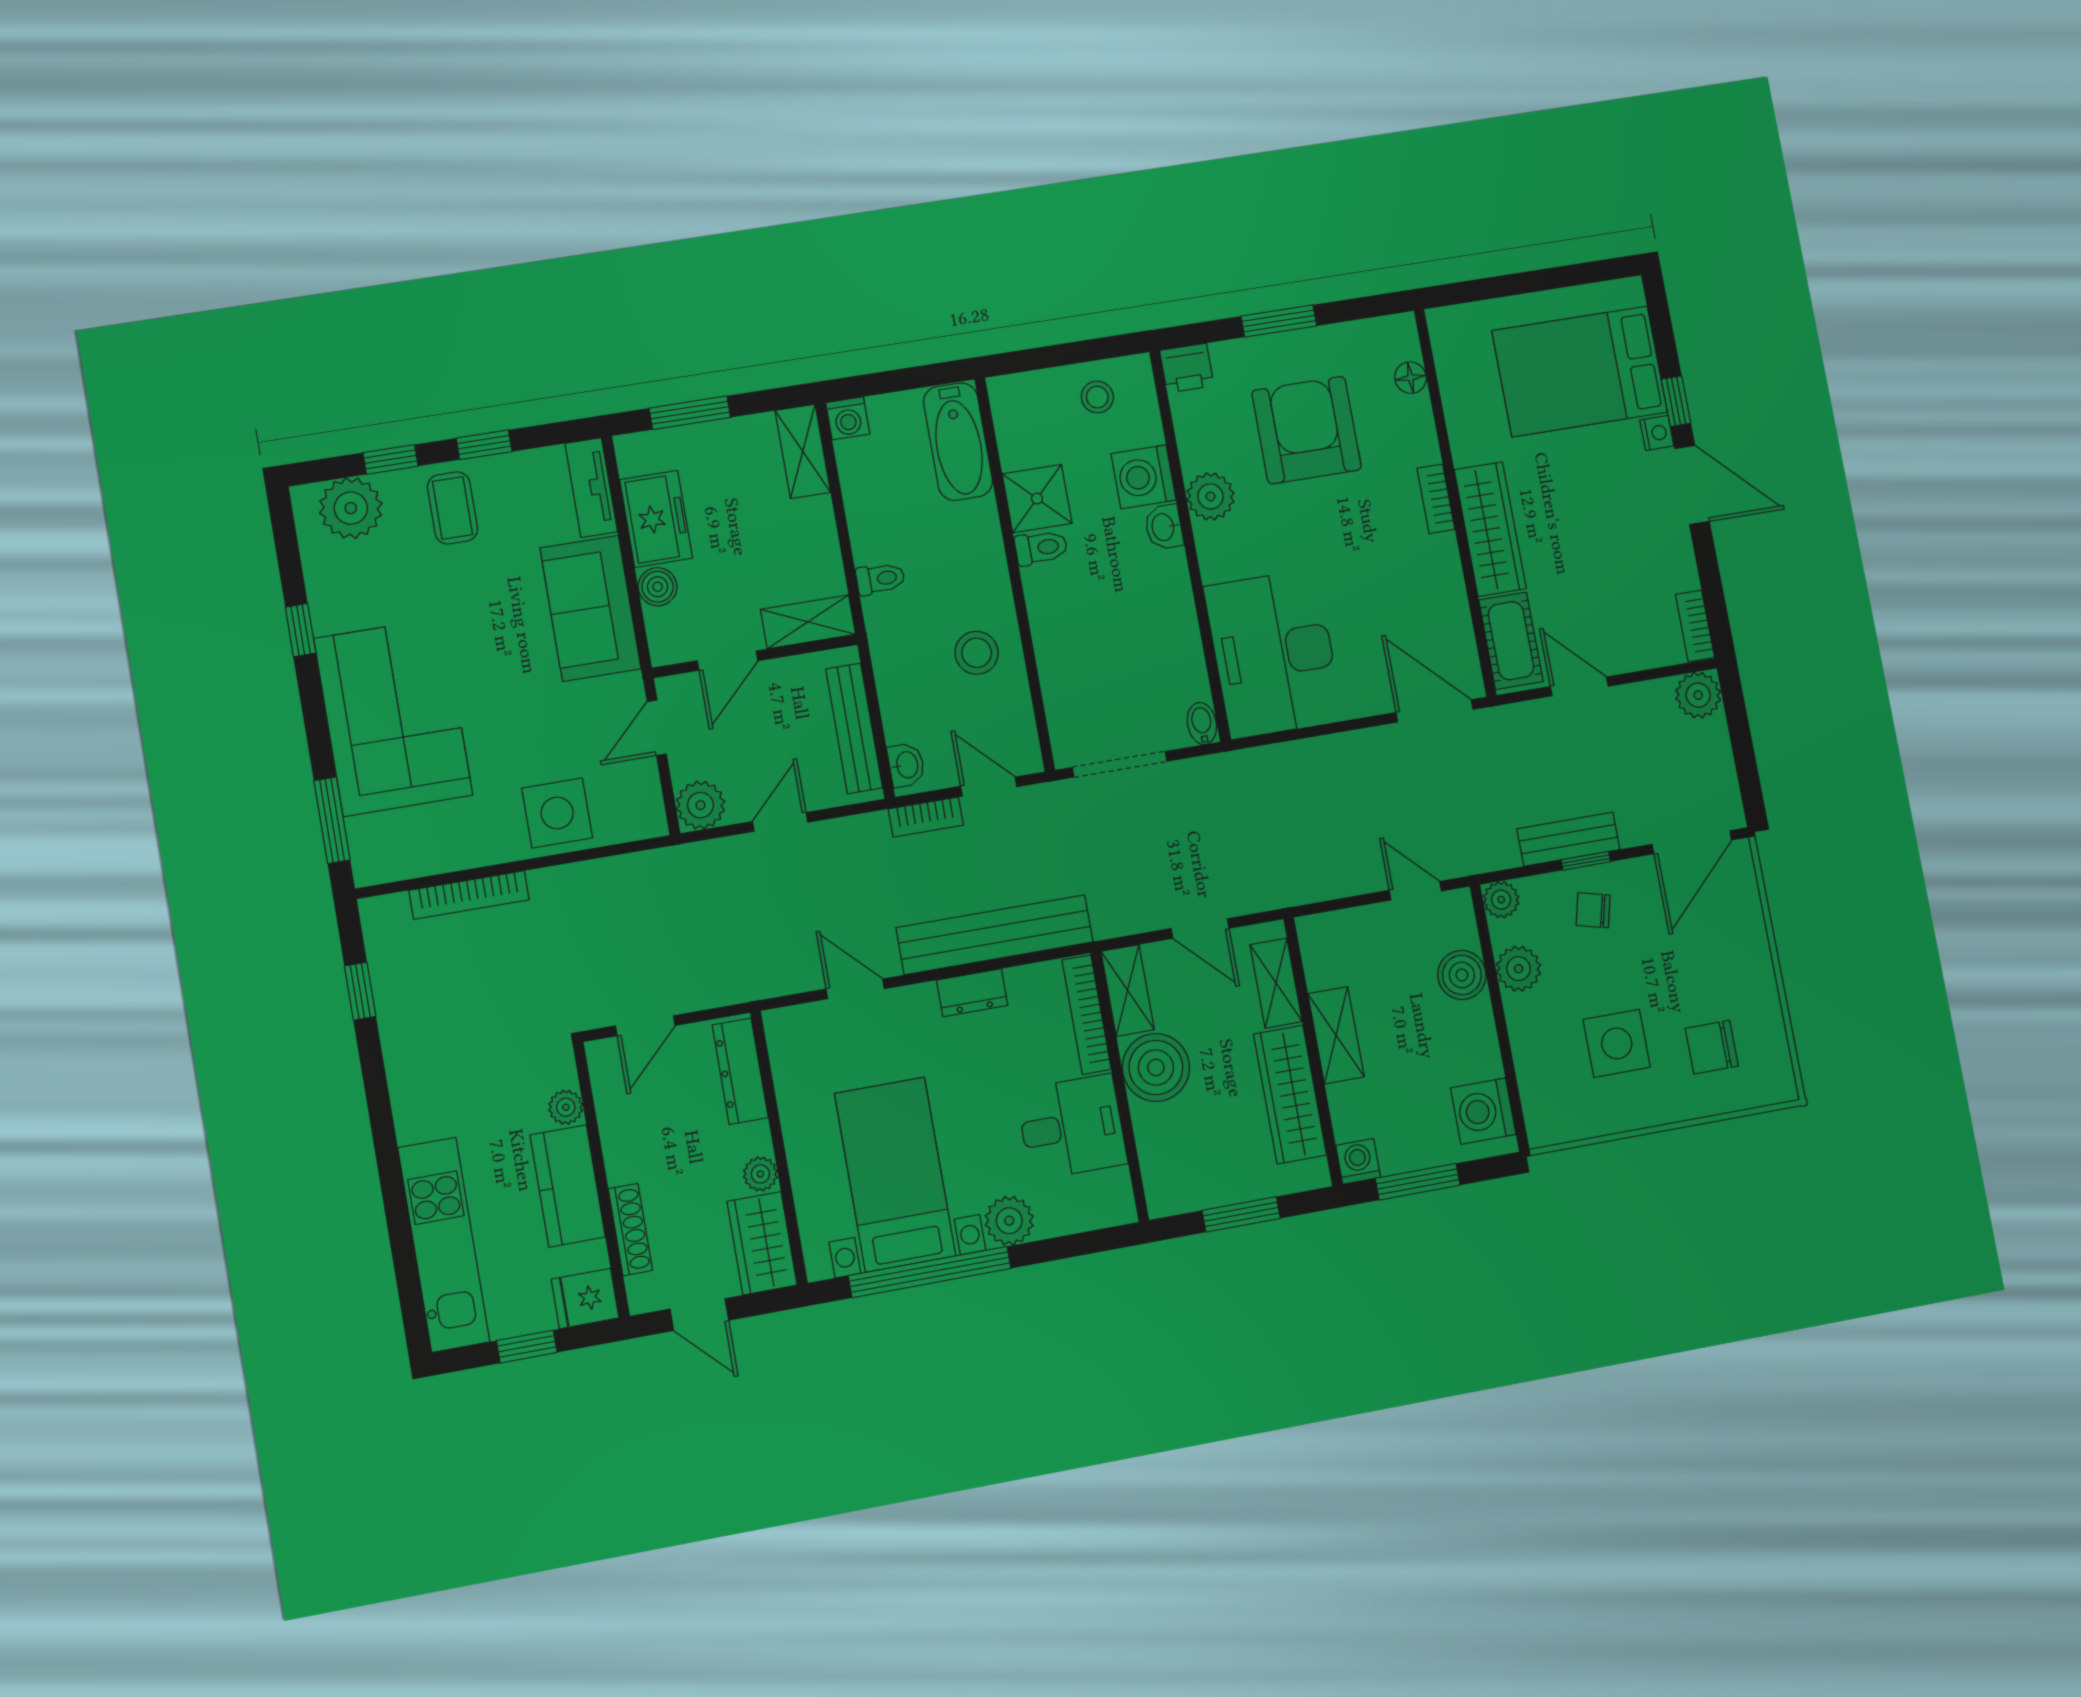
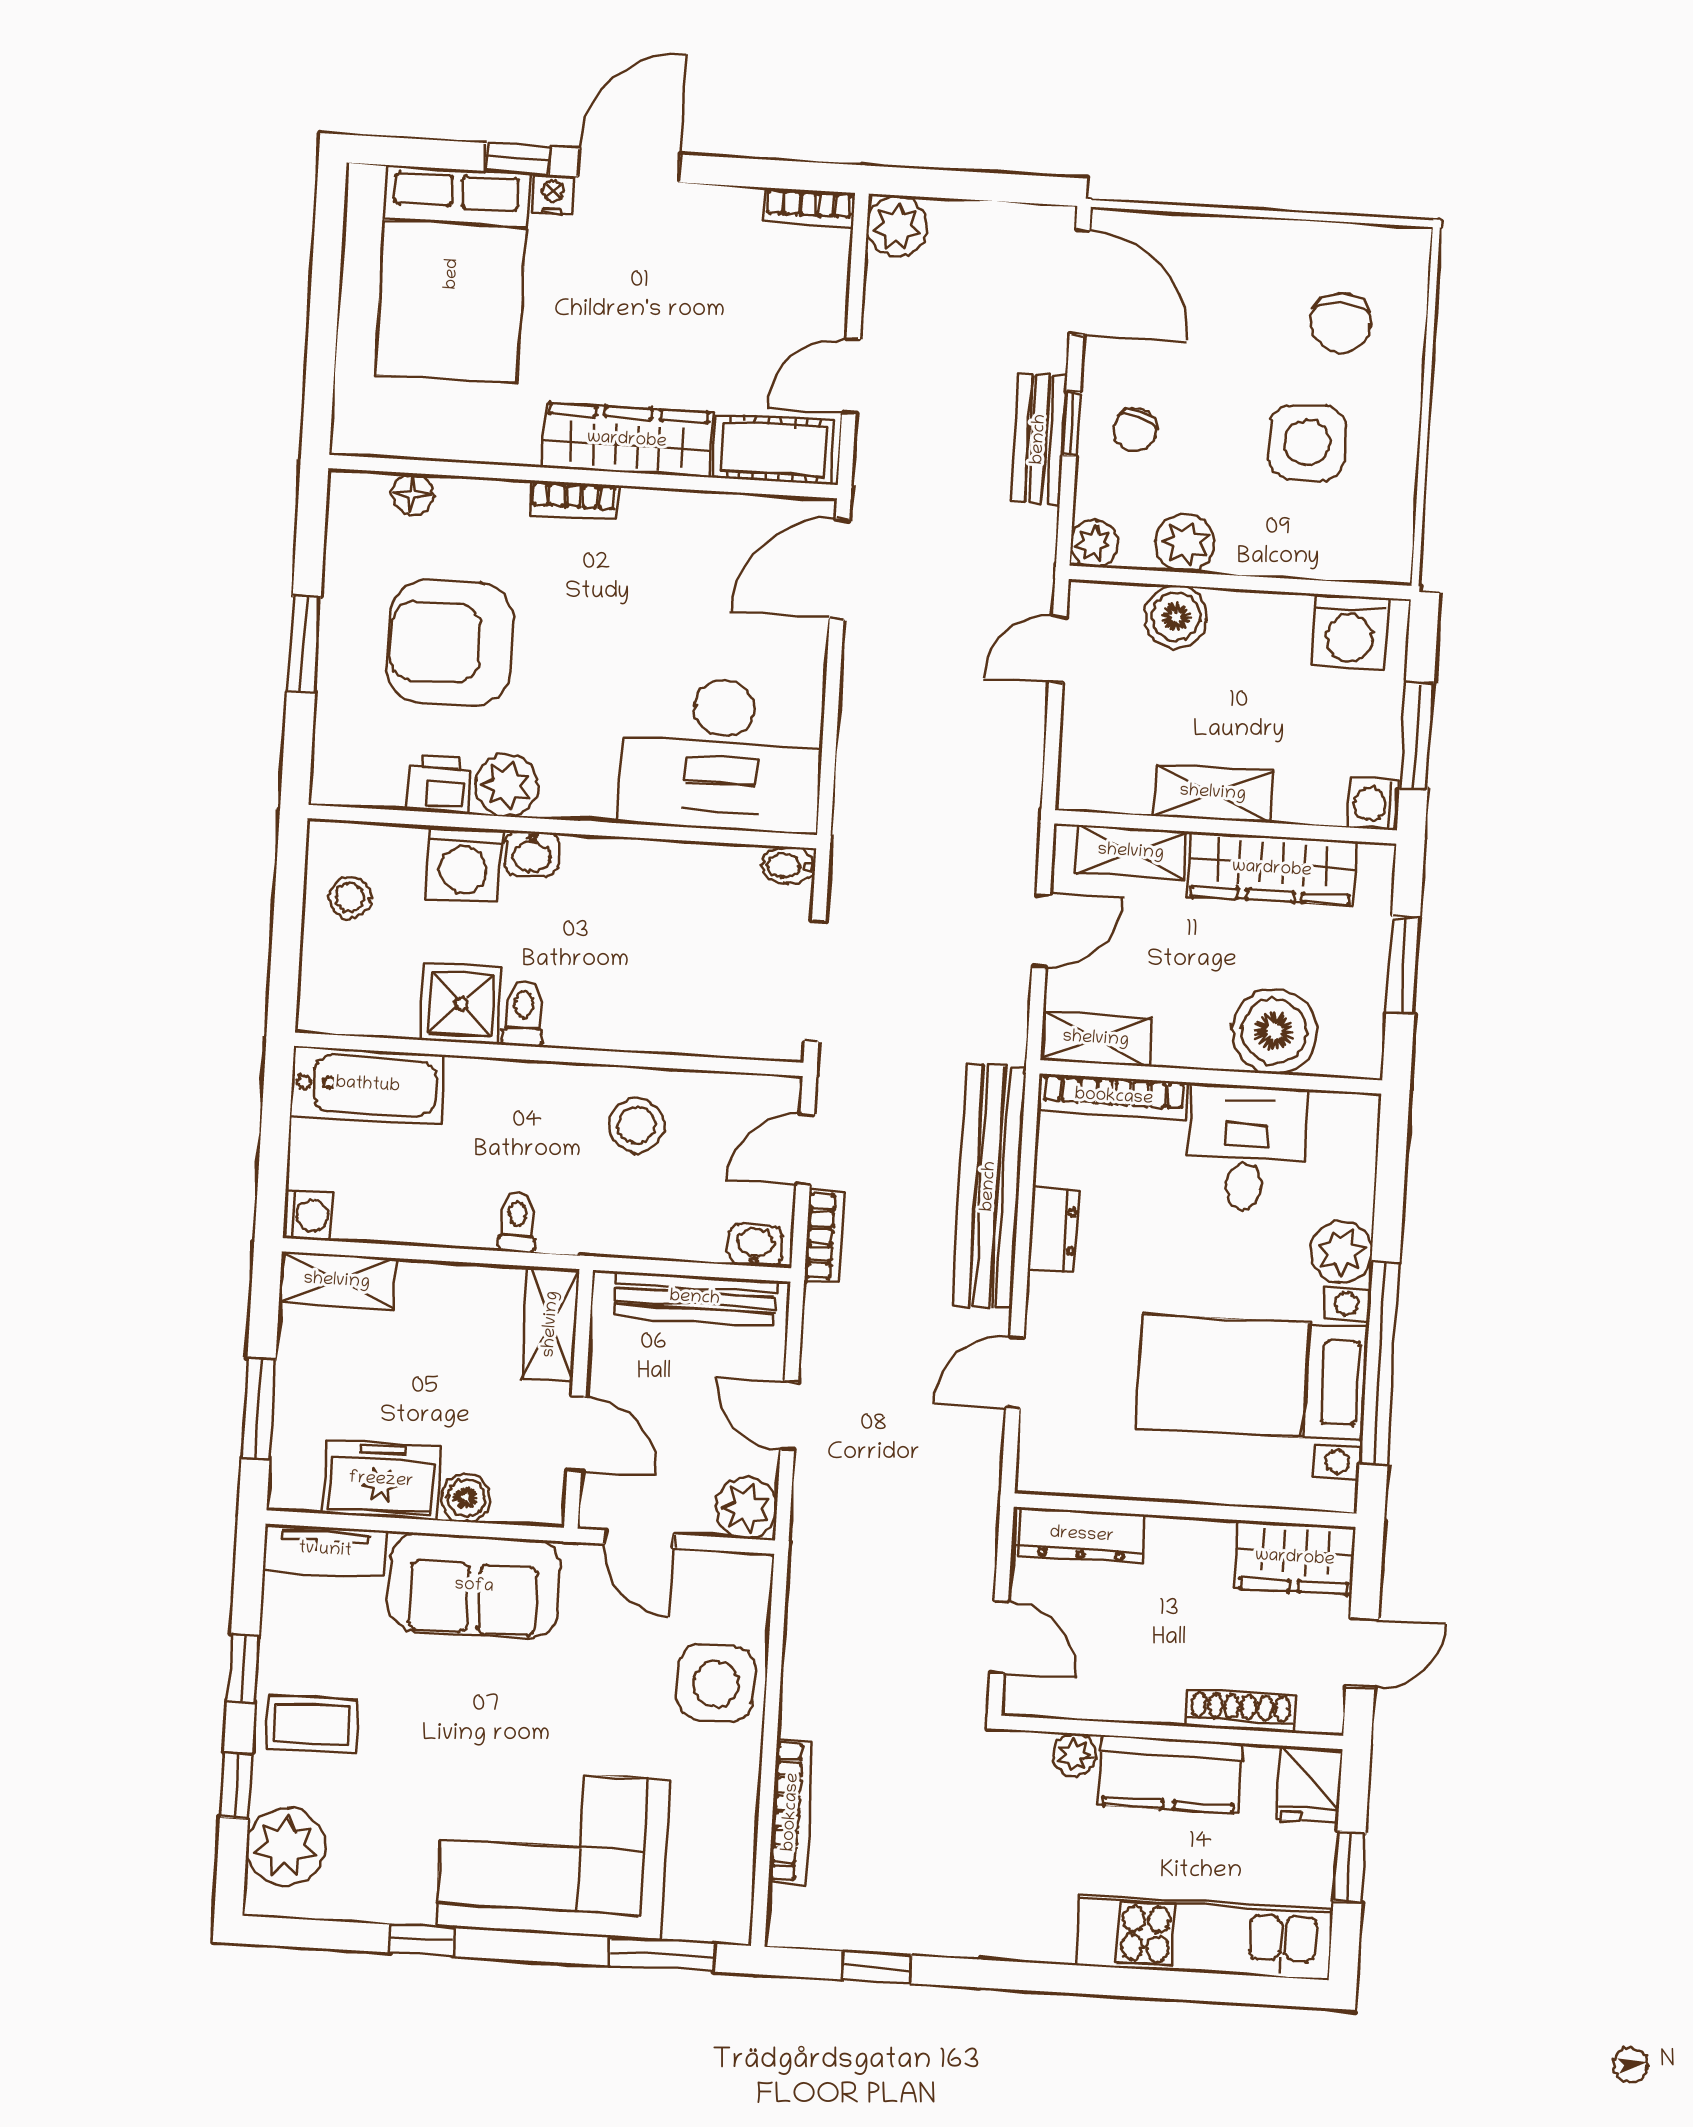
printer: (1187, 368) -> (440, 784), moved, turned -90
boiler: (1156, 1067) -> (1274, 1031), moved
plant: (760, 1174) -> (1211, 1540), removed

